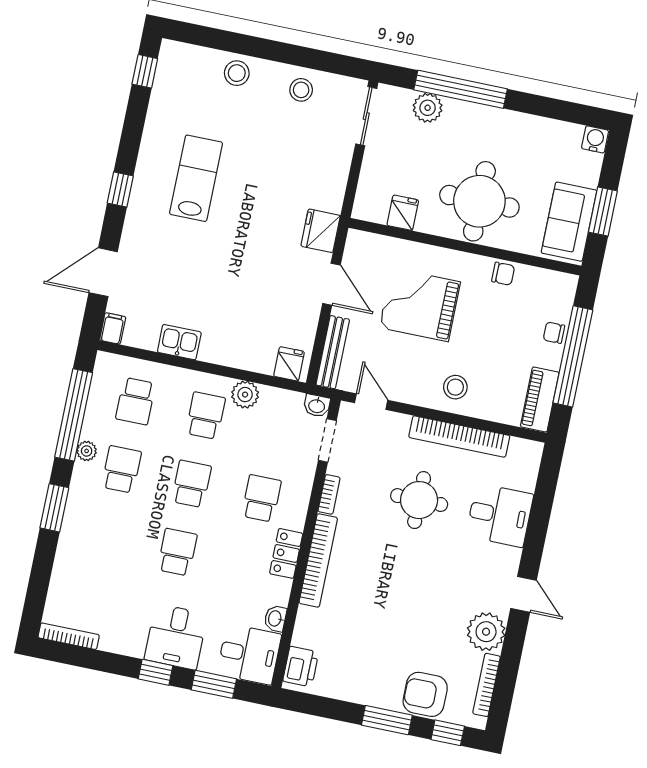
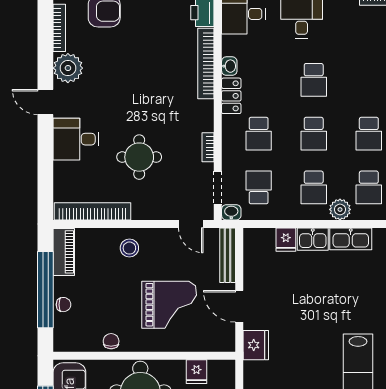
chair: (503, 274) -> (111, 341), turned 90
kitchen sink: (179, 342) -> (351, 239), width x1.38
kitchen sink: (220, 350) -> (313, 239), added
fridge: (289, 364) -> (286, 240), moved
plant: (245, 395) -> (340, 209), moved
school desk: (136, 401) -> (369, 187), turned 180
school desk: (275, 430) -> (259, 187), added
bookcase: (459, 436) -> (92, 211), moved
desk: (500, 515) -> (76, 139), moved
bookcase: (318, 560) -> (206, 64), moved
washbasin: (275, 619) -> (229, 66), moved

